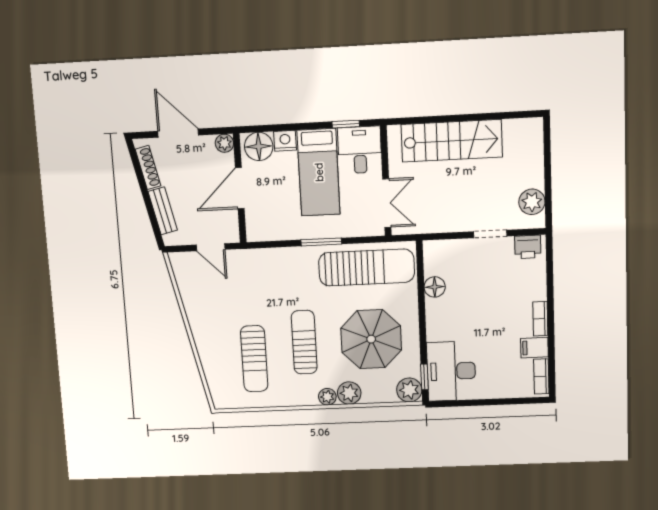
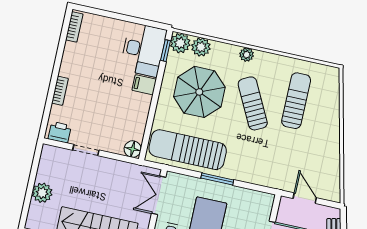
plant: (532, 202) -> (42, 193), moved
floor lamp: (435, 287) -> (133, 149), moved
bookcase: (540, 319) -> (60, 91), moved
sun lounger: (304, 342) -> (253, 103), turned 153
filing cabinet: (534, 348) -> (144, 85), moved, turned 180
plant: (349, 393) -> (201, 47), moved

